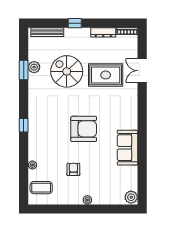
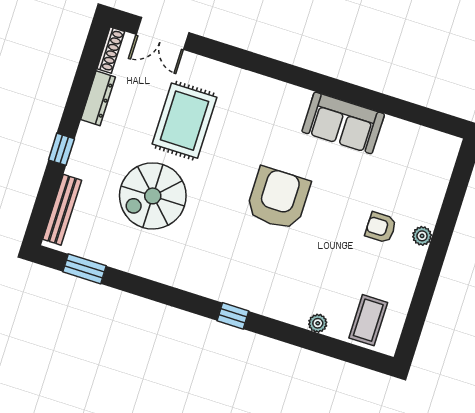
plant: (34, 67) -> (124, 258), removed
window: (24, 70) -> (85, 269), moved
double door: (142, 71) -> (163, 33), moved
armchair: (73, 169) -> (381, 227), moved
plant: (131, 197) -> (444, 147), removed

